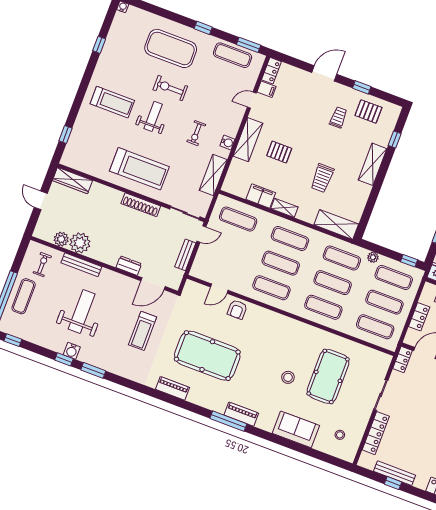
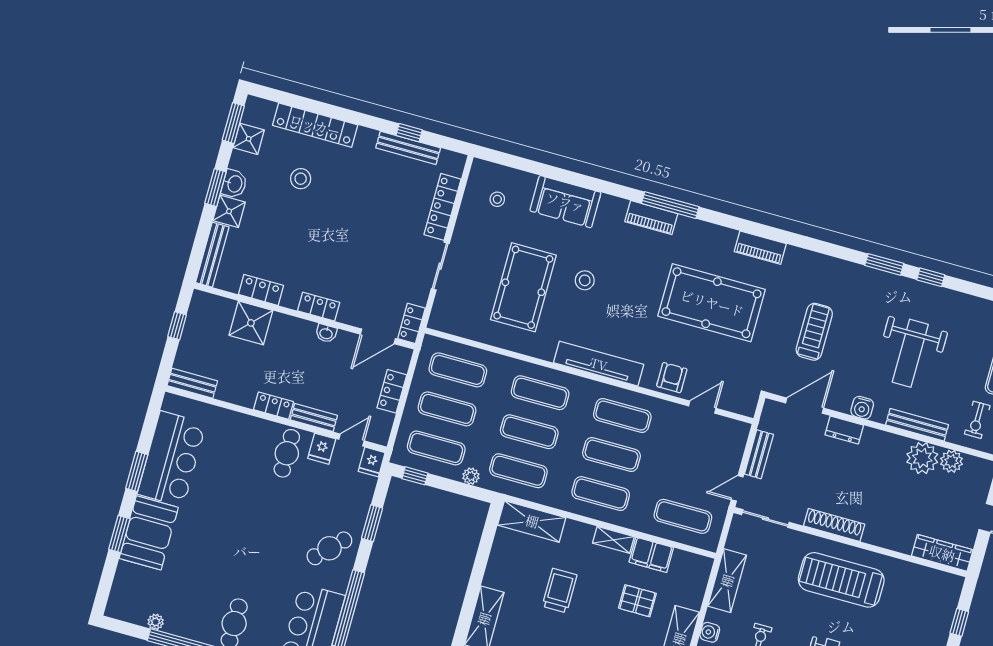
pallet: (279, 152) -> (637, 601), moved
tv unit: (284, 323) -> (599, 364), added
water cooler: (72, 351) -> (862, 408), moved, turned 180

